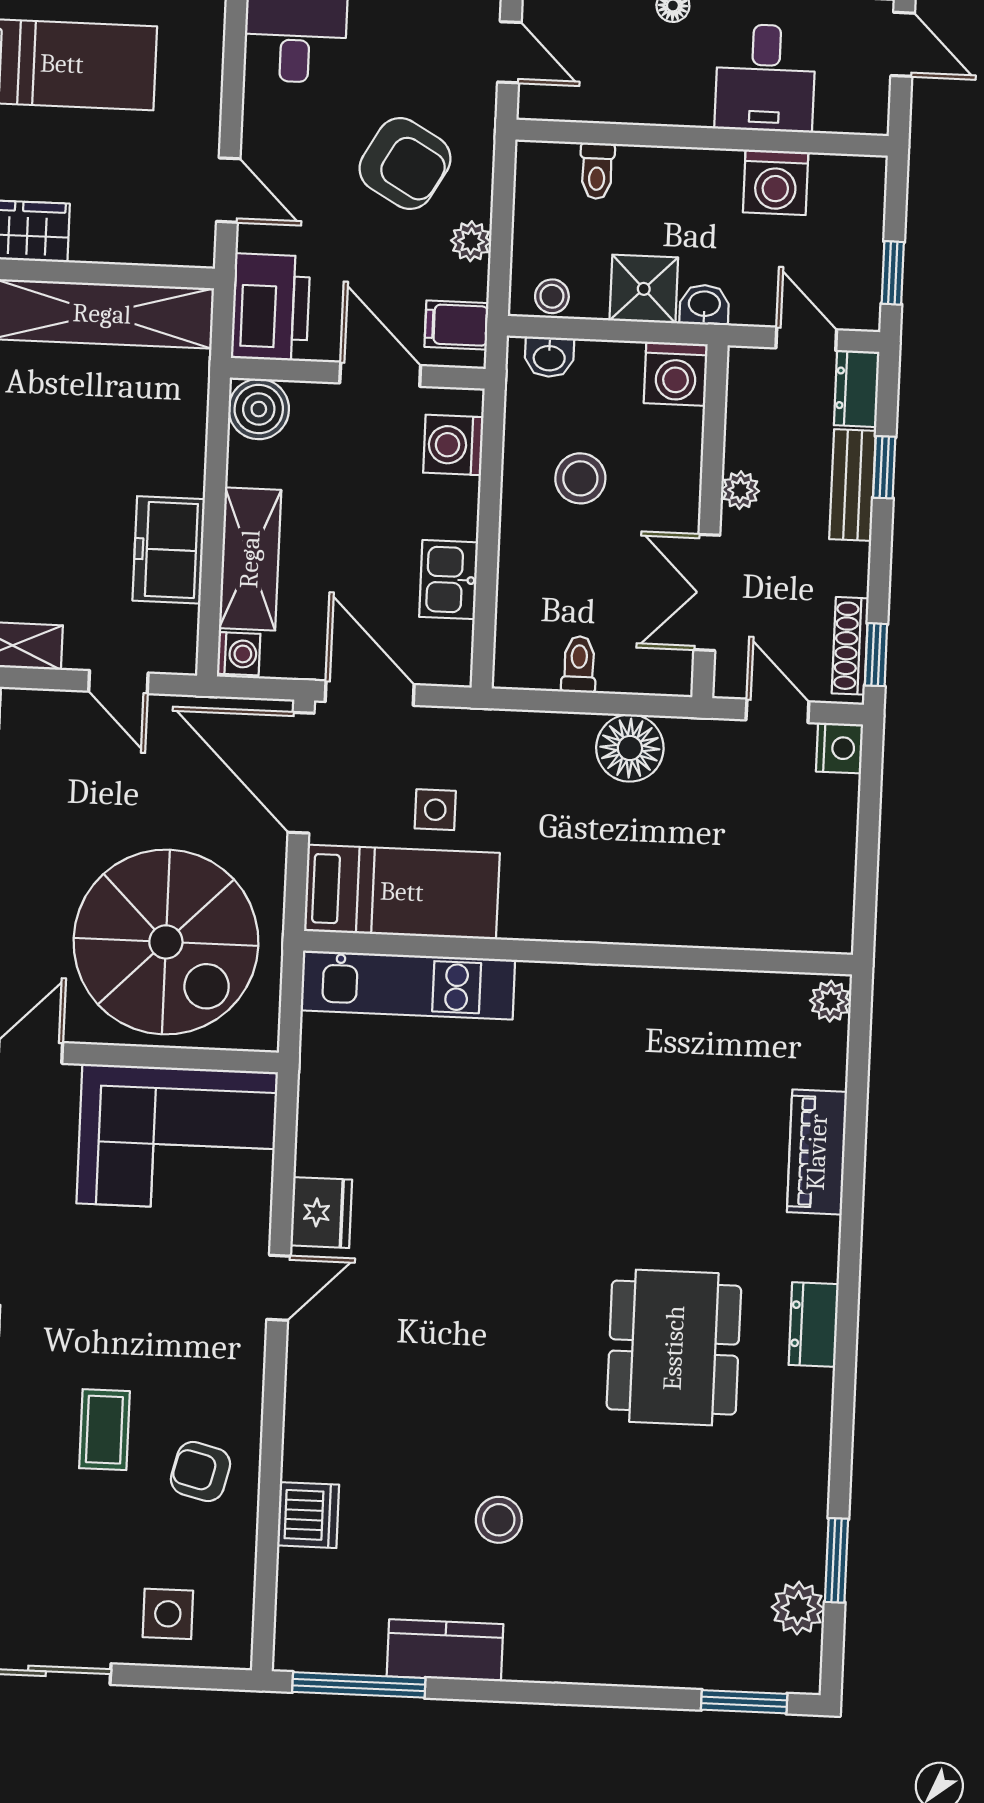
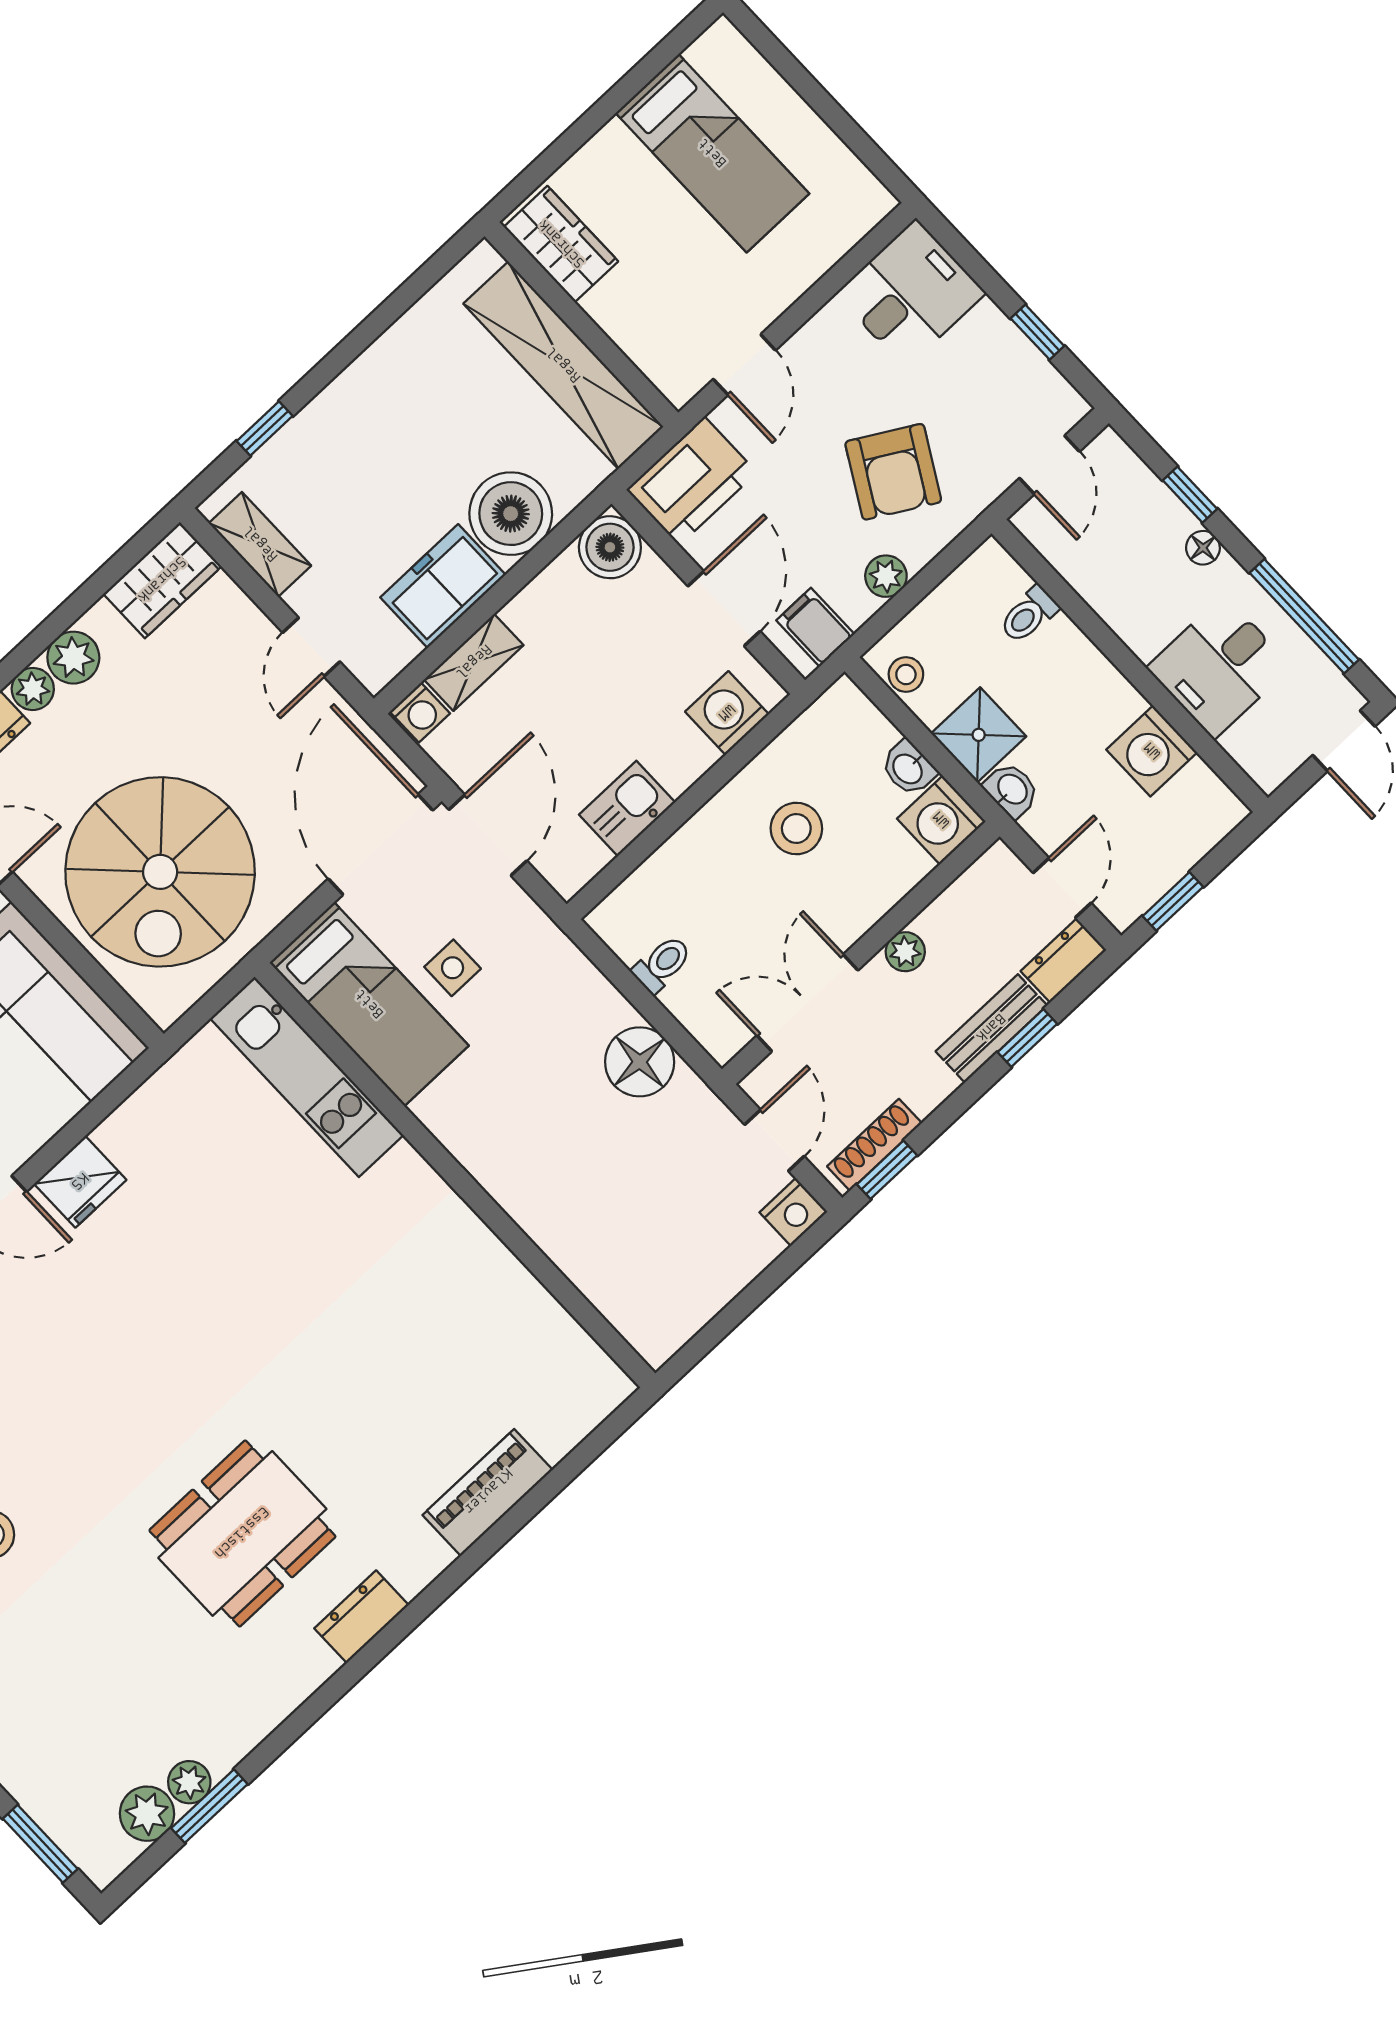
washbasin: (549, 357) -> (908, 768), moved
boiler: (167, 453) -> (511, 514), added
shelving: (250, 559) -> (474, 662), width x0.67, depth x0.75
plant: (830, 1001) -> (189, 1782), moved

